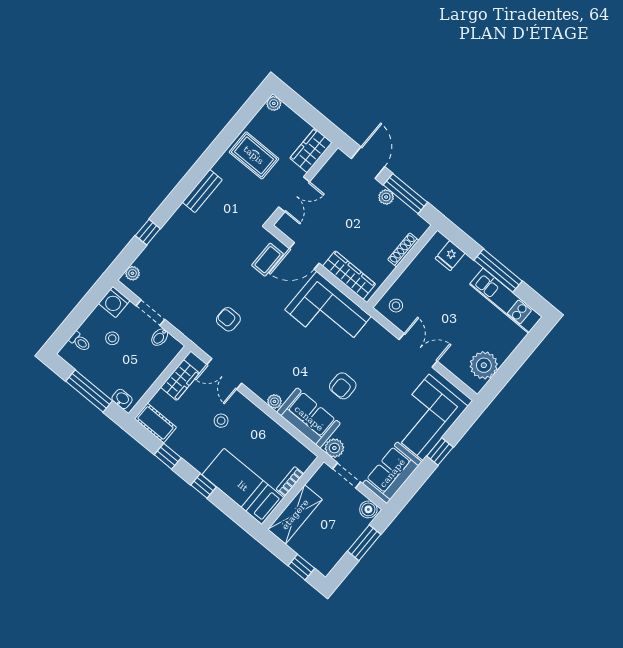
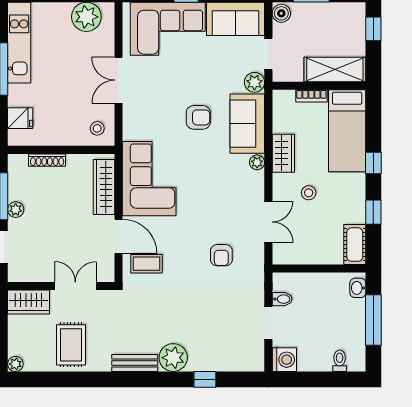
plant: (132, 273) -> (173, 358), moved, width x1.88, depth x1.88
stool: (112, 338) -> (315, 337), removed
wardrobe: (180, 380) -> (283, 153), moved, turned 90

